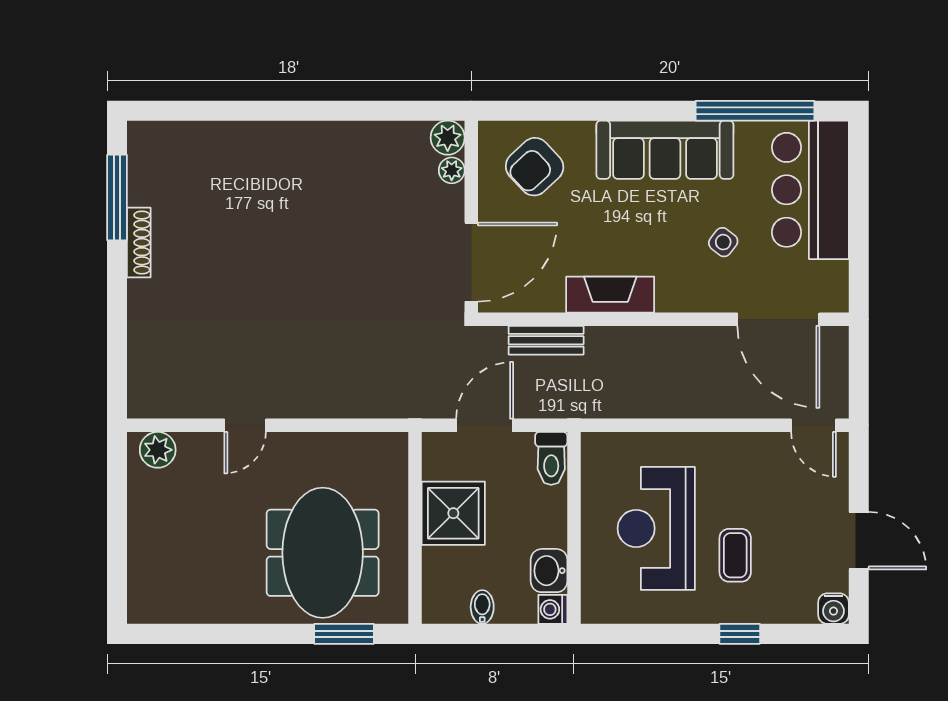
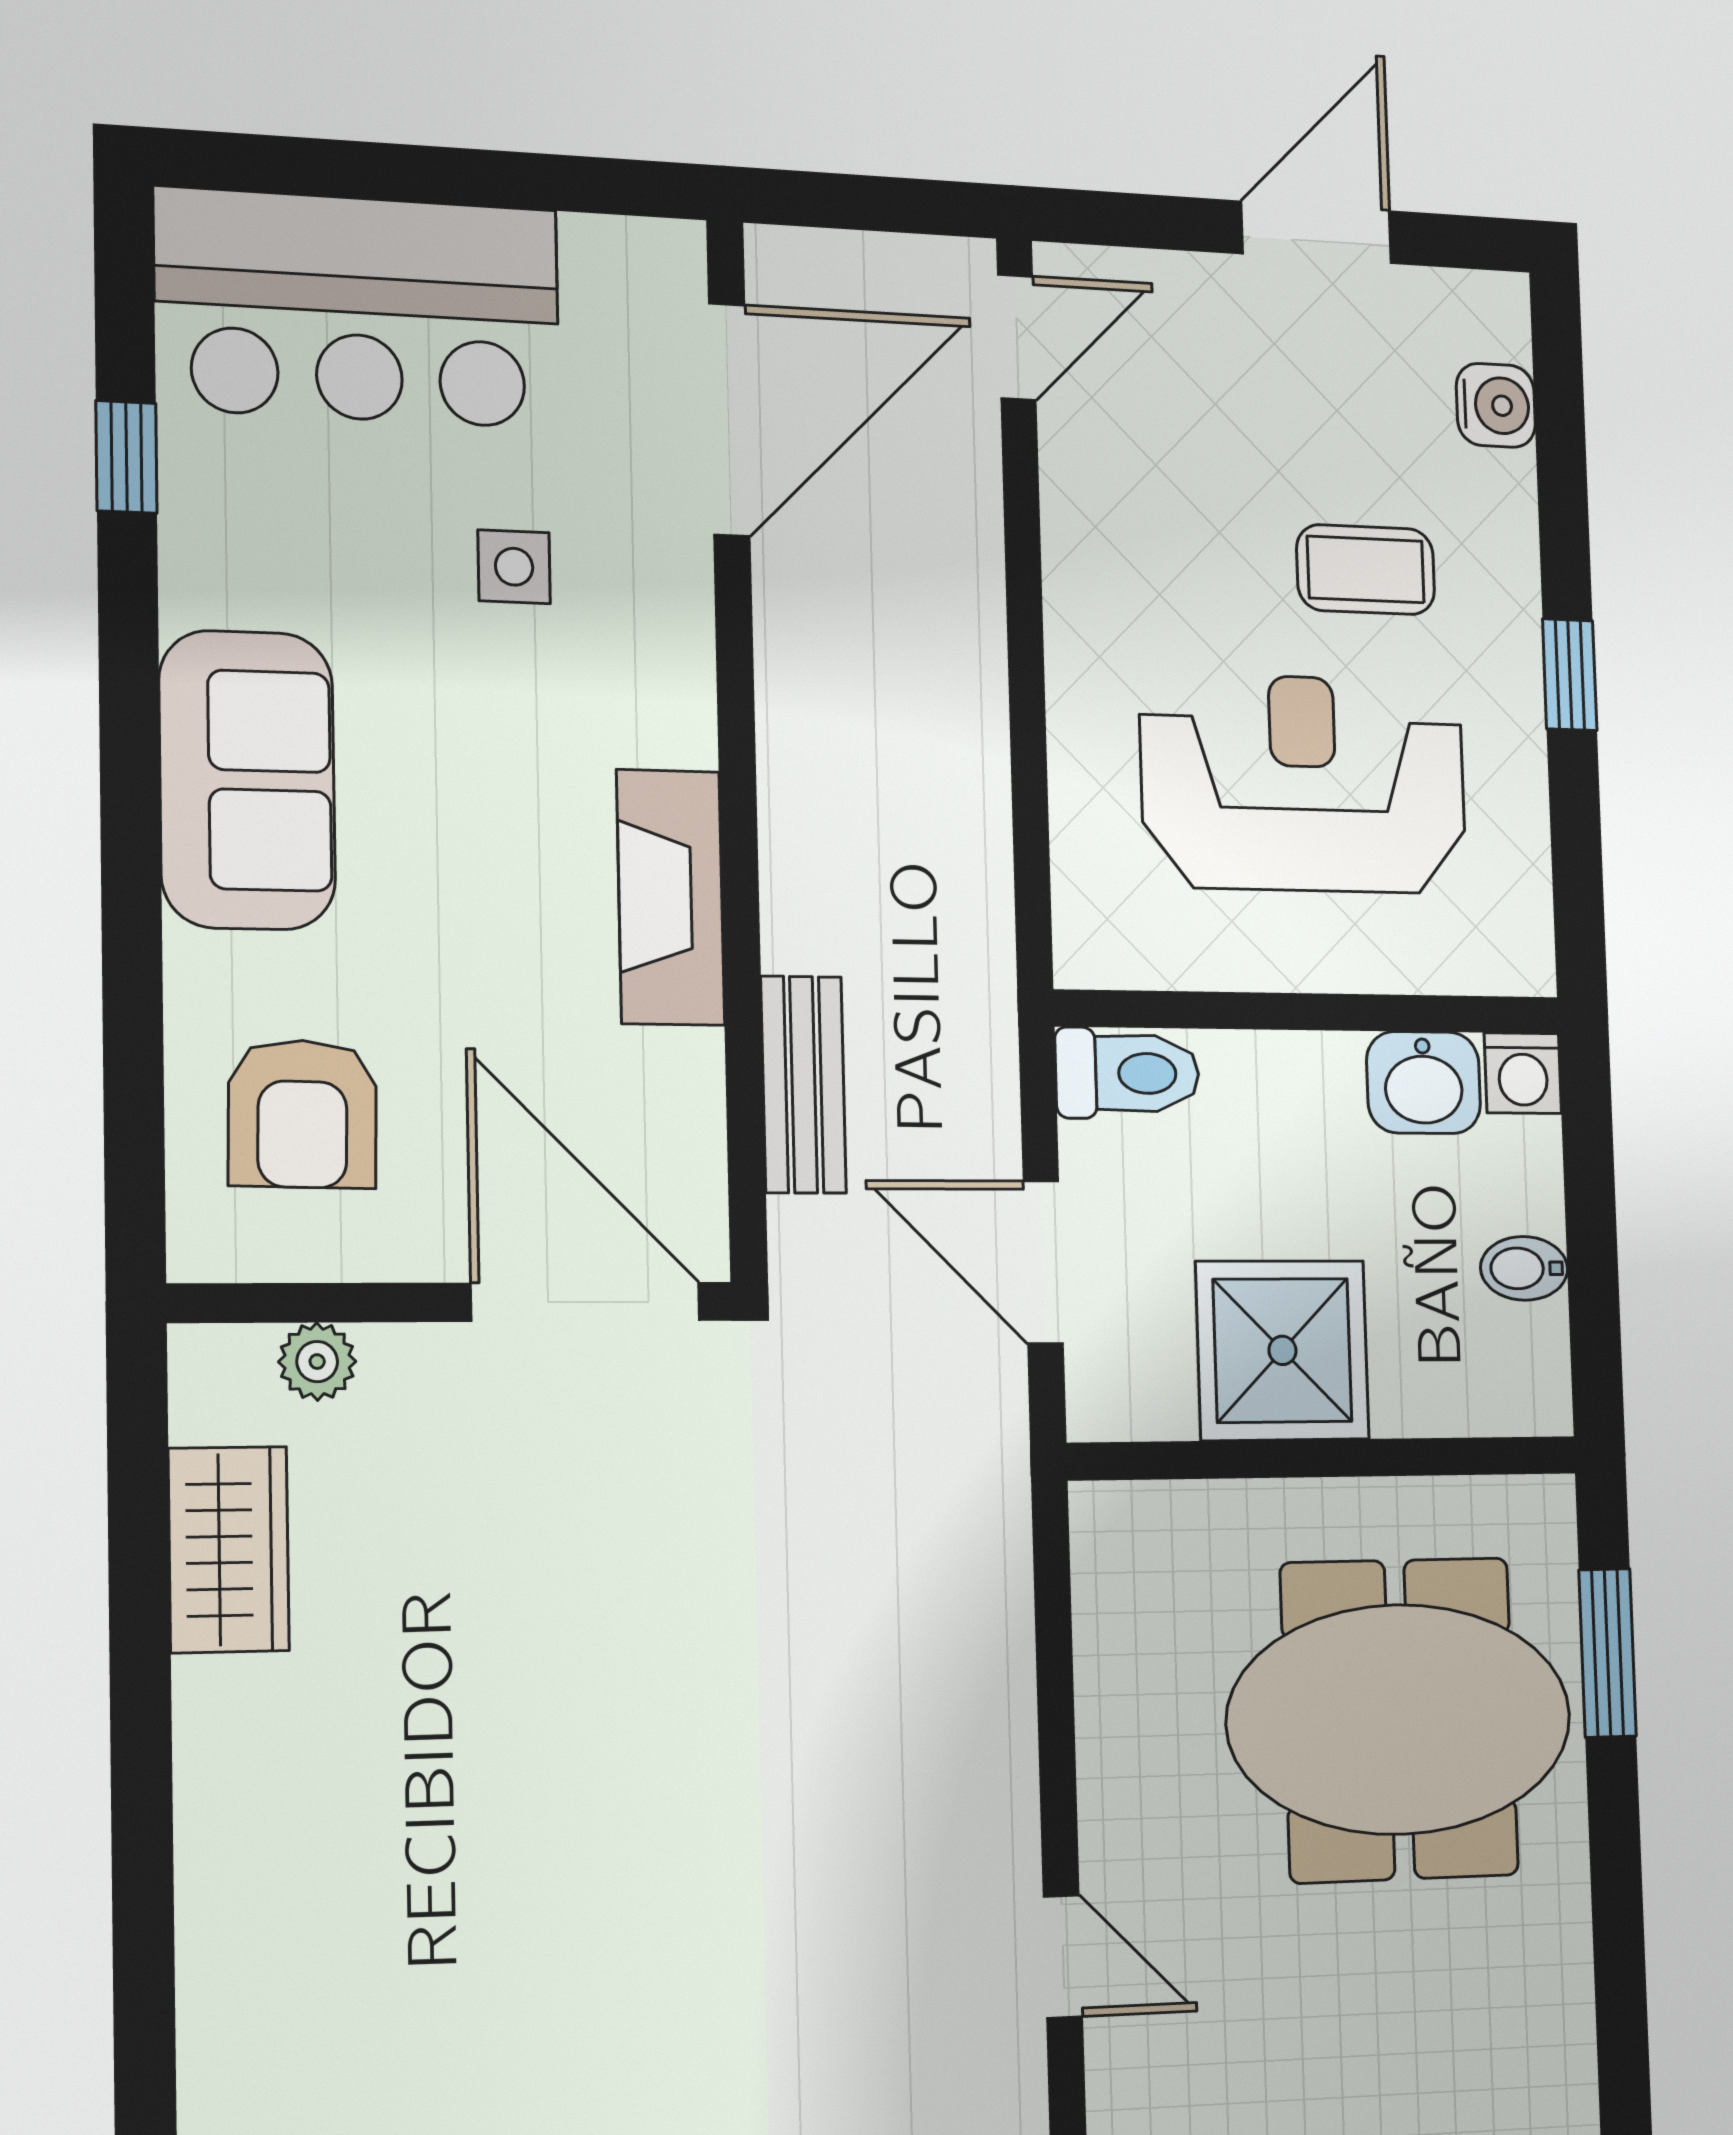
window: (755, 111) -> (126, 457), width x0.32
plant: (448, 138) -> (219, 1375), removed
wardrobe: (390, 140) -> (229, 1549), added
sofa: (665, 150) -> (247, 780), width x0.73
armchair: (535, 167) -> (302, 1114), turned 44
side table: (723, 242) -> (514, 567), turned -38
reception desk: (656, 528) -> (1304, 784), turned 180
water cooler: (833, 609) -> (1496, 405), moved
window: (740, 634) -> (1570, 675), moved

